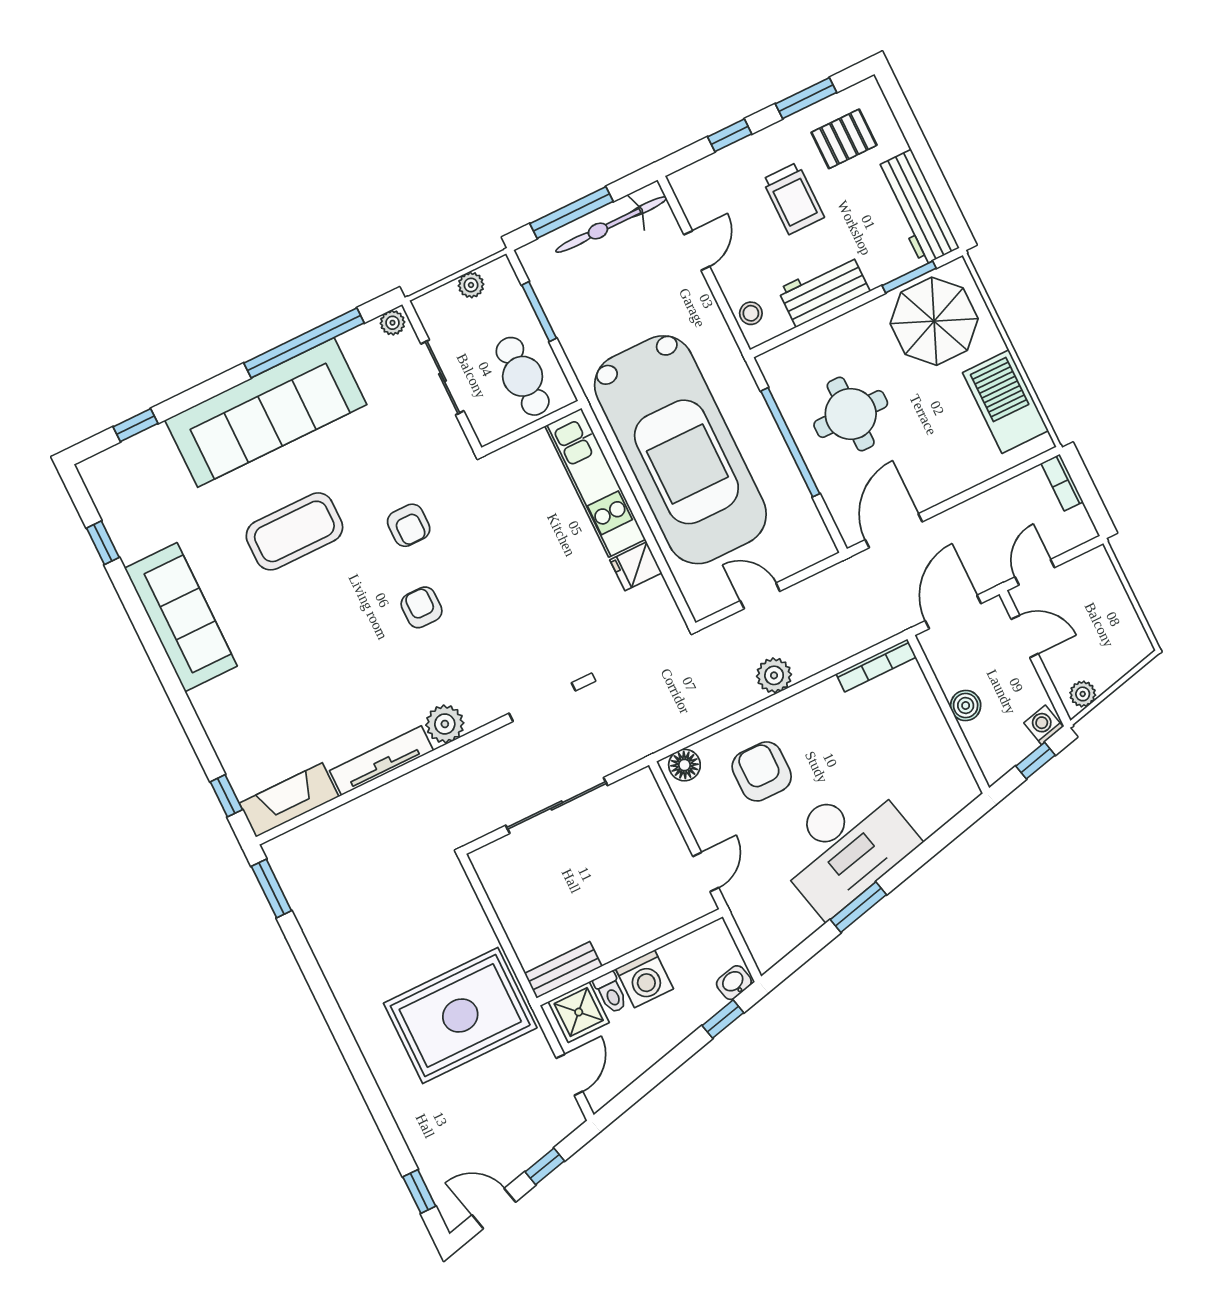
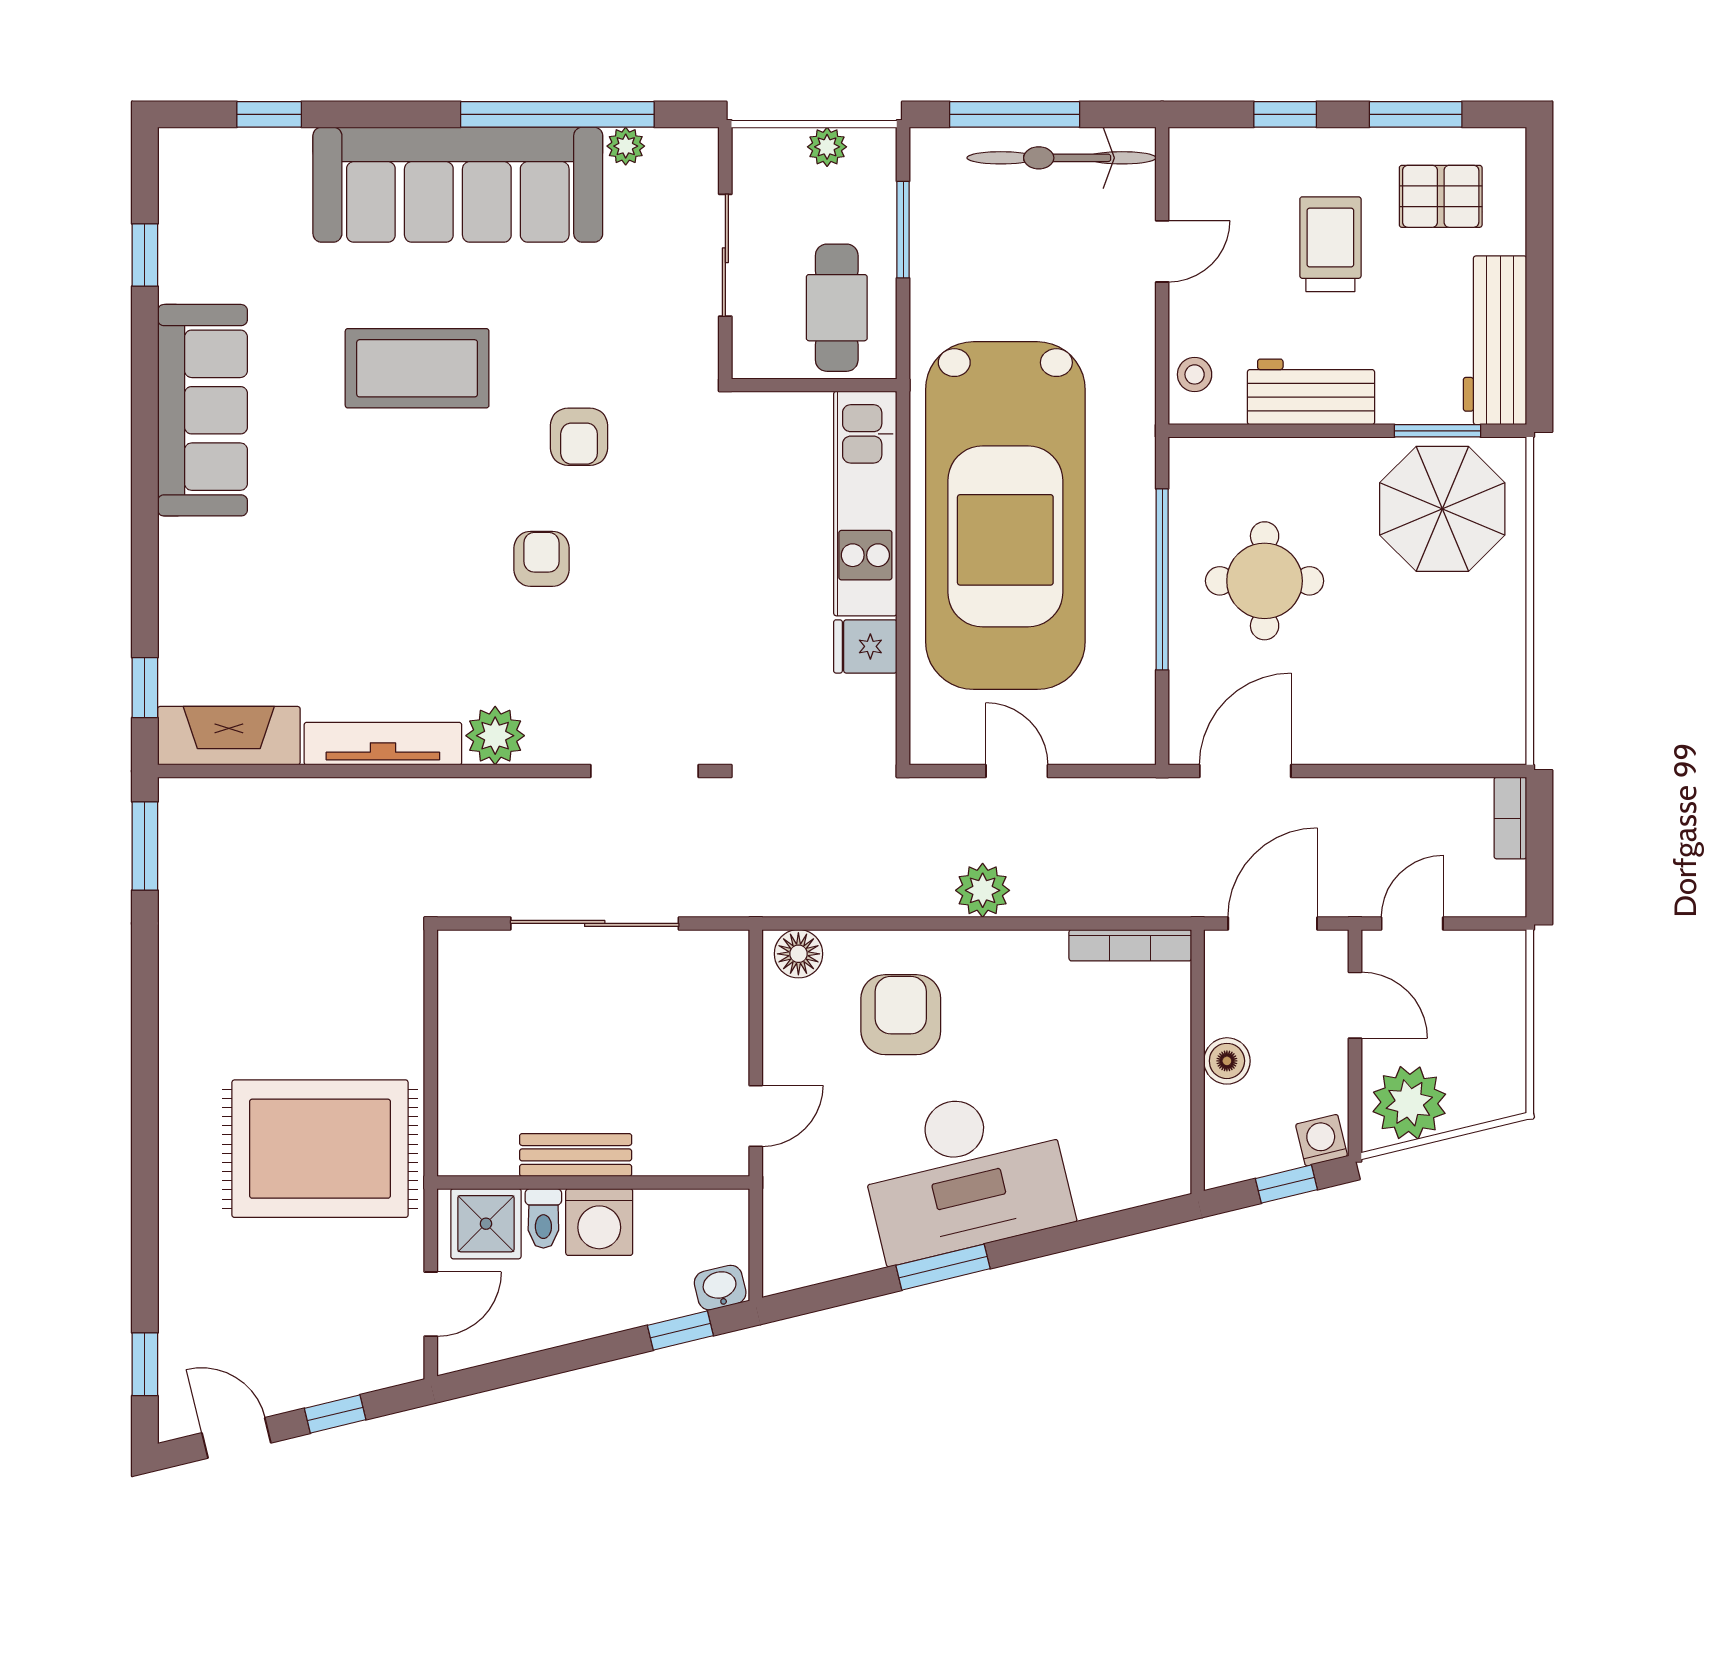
trolley: (793, 198) -> (1330, 244), turned 180
plant: (393, 323) -> (626, 146), moved
barbecue: (1006, 402) -> (1487, 668), removed
plant: (1083, 694) -> (1409, 1103), width x1.88, depth x1.88
bench: (563, 970) -> (576, 1155), moved

